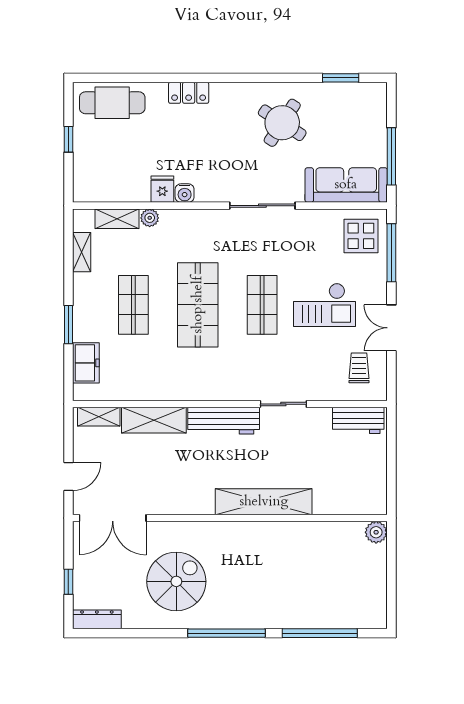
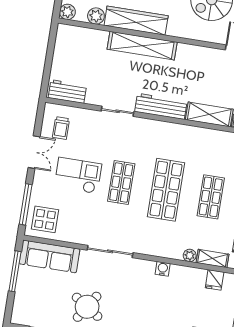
fridge: (162, 189) -> (215, 280), moved
plant: (335, 533) -> (96, 16), added
wardrobe: (278, 535) -> (136, 21), added

